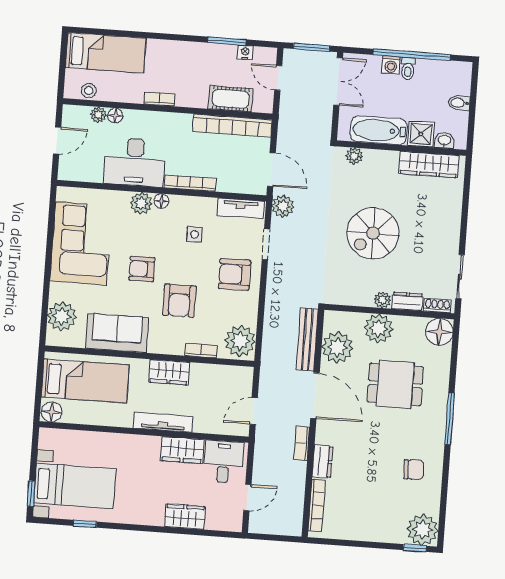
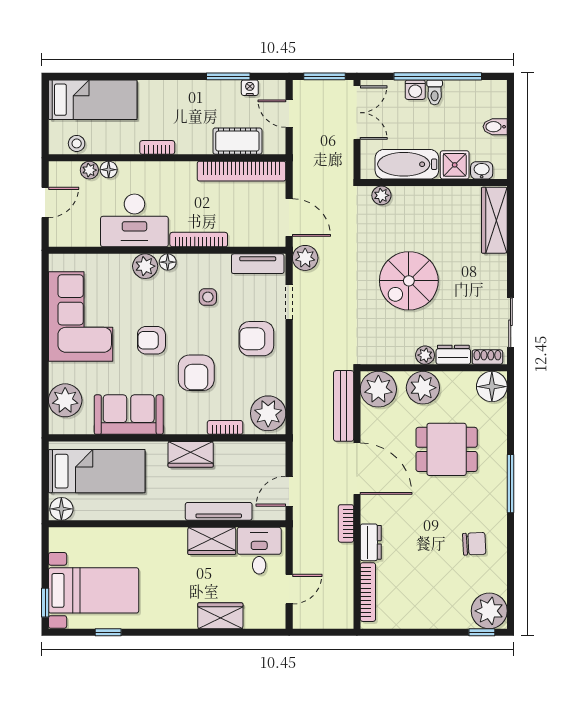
wardrobe: (429, 165) -> (494, 220), moved, turned 90
plant: (337, 347) -> (378, 389), moved
tv unit: (163, 422) -> (219, 511), moved

